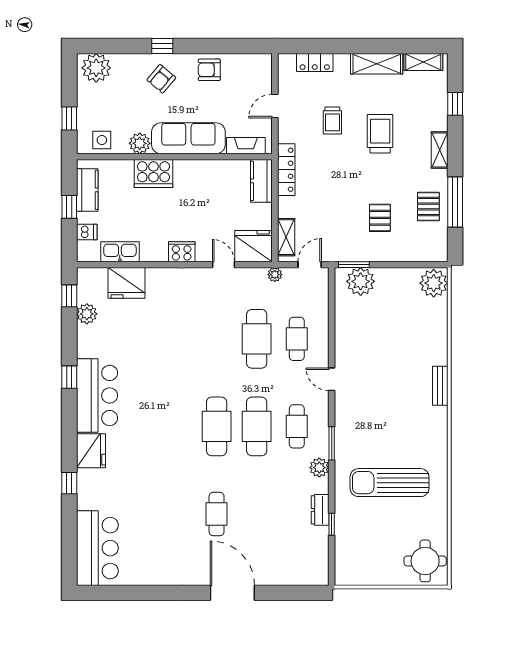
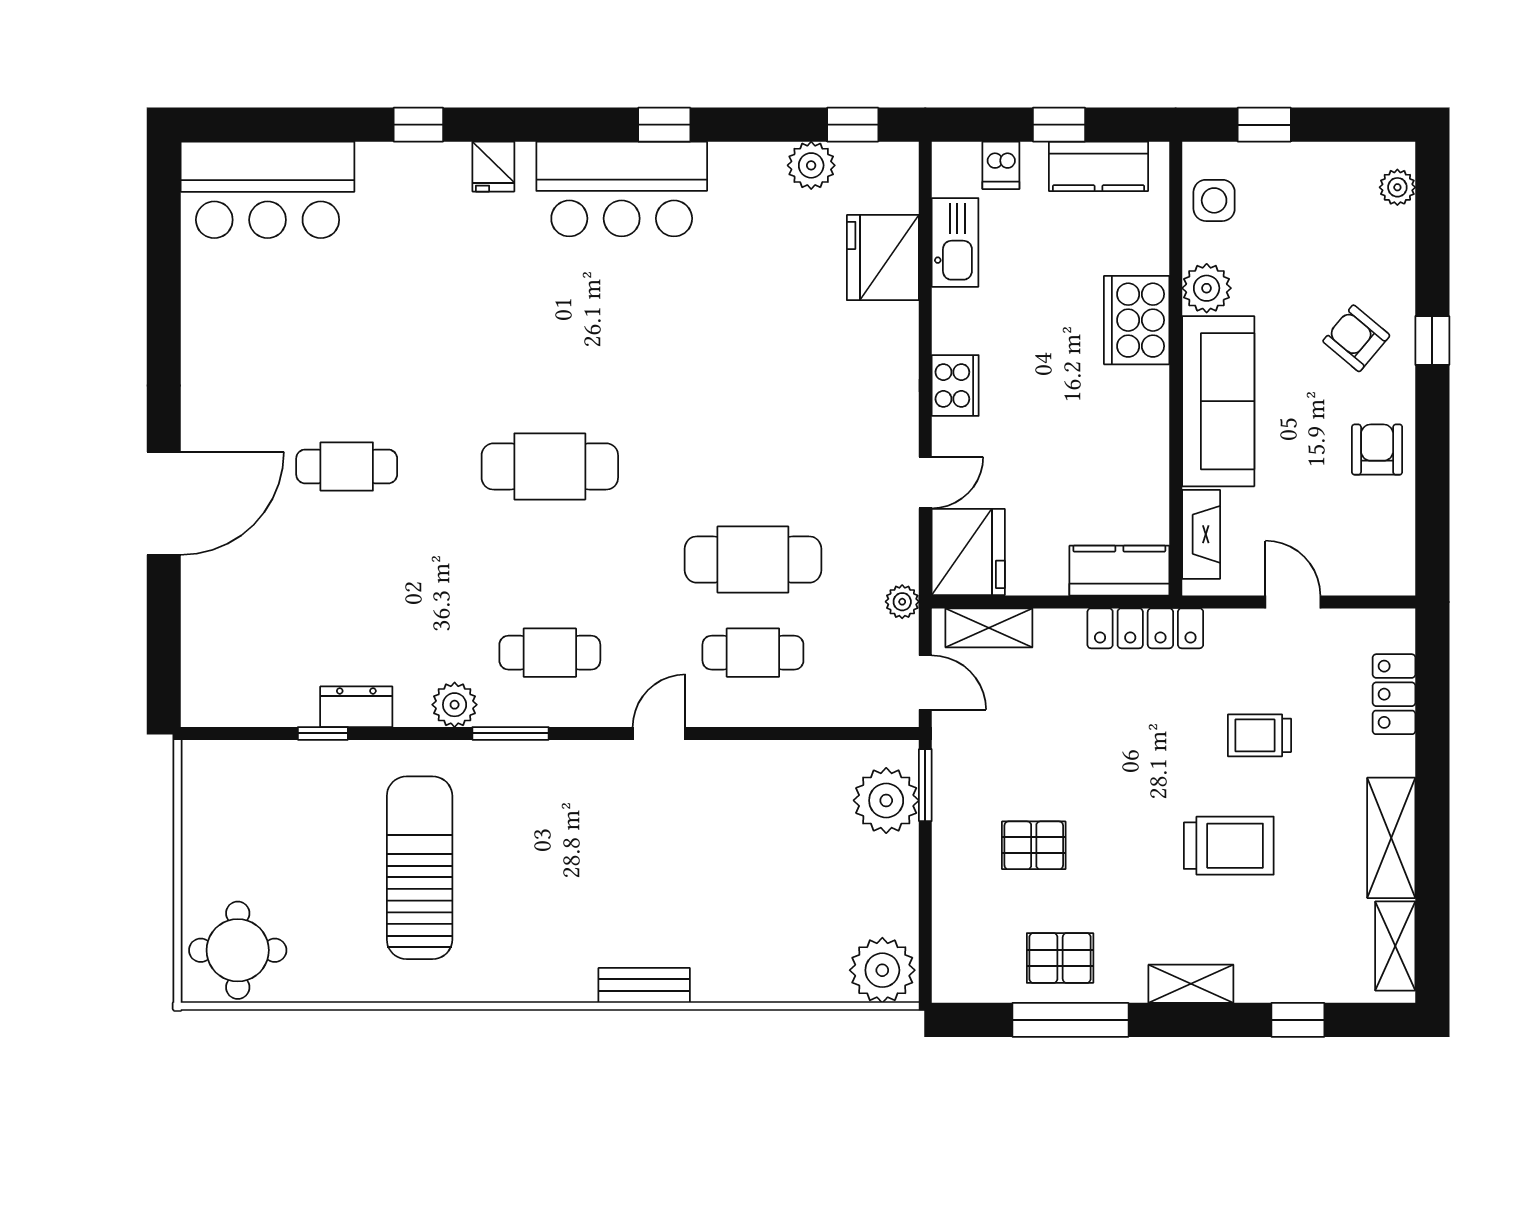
plant: (96, 68) -> (1397, 187), width x0.53, depth x0.53
cafe table: (257, 426) -> (550, 560), removed
fridge: (91, 451) -> (493, 167), width x0.53, depth x0.75

